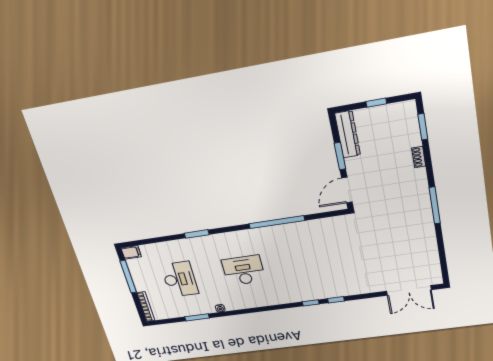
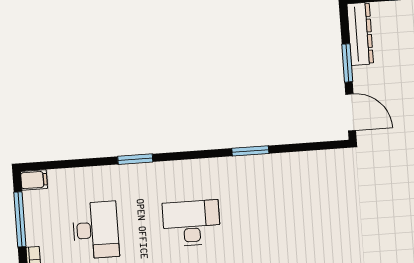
door: (347, 190) -> (351, 112), swing flipped
window: (277, 222) -> (250, 151), width x0.47

